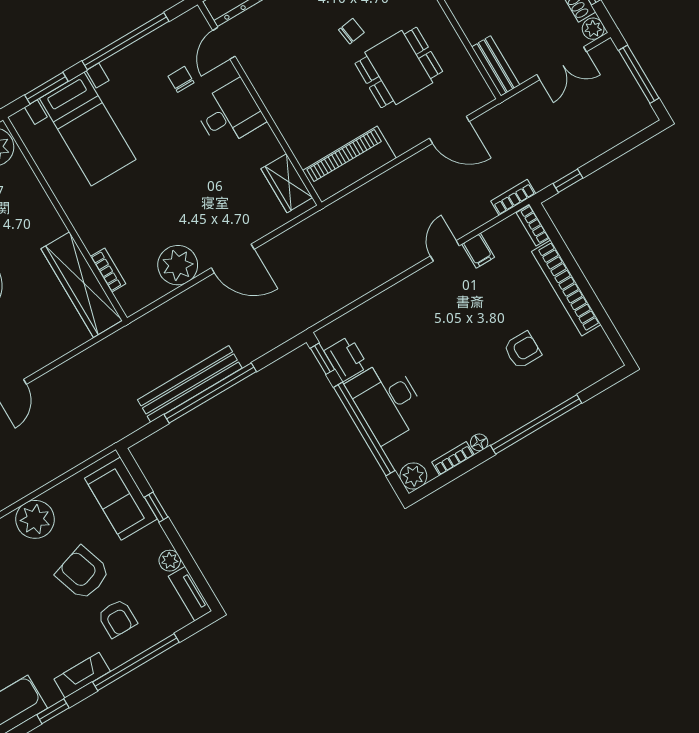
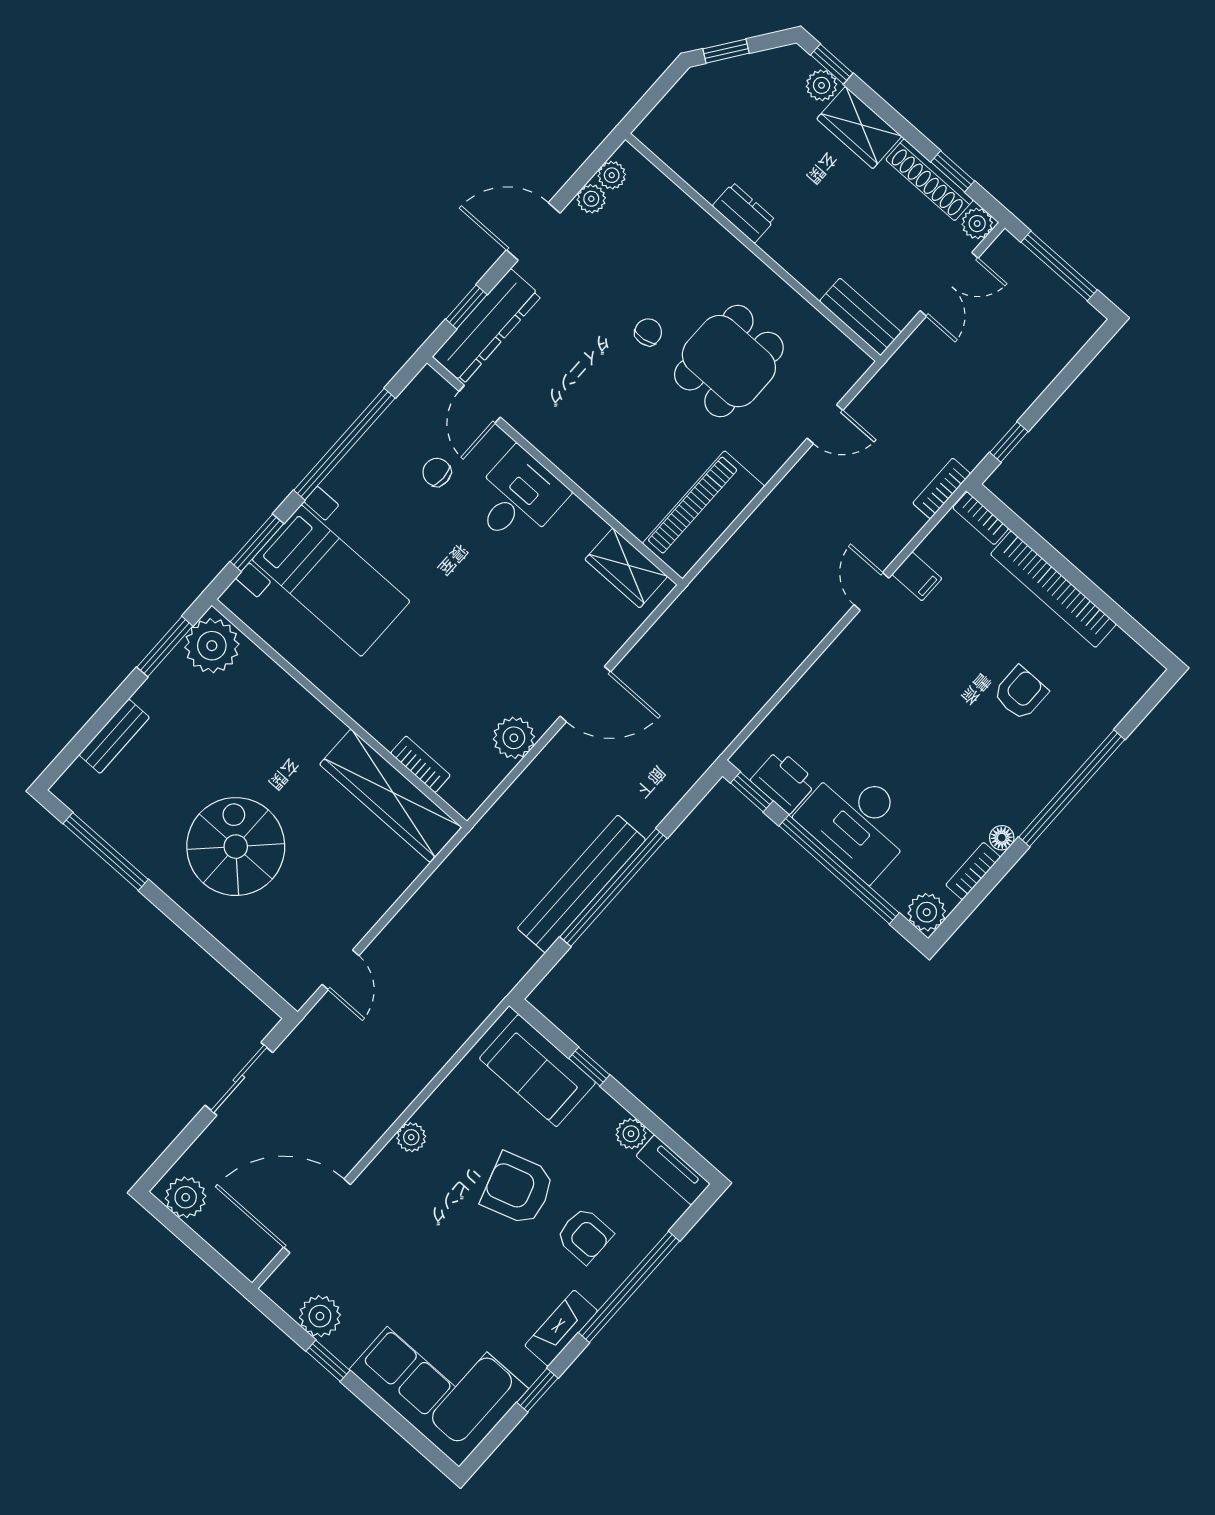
door: (449, 130) -> (825, 424), width x0.73
plant: (178, 265) -> (514, 738), width x0.73, depth x0.73
plant: (35, 519) -> (411, 1137), width x0.53, depth x0.53

